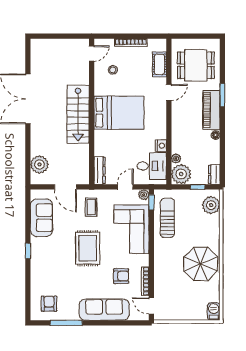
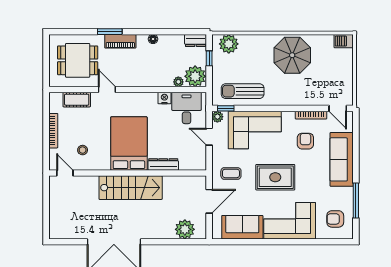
dining table: (196, 65) -> (78, 60), turned 90
piano: (211, 110) -> (120, 41), width x0.73, depth x0.75
dresser: (100, 170) -> (163, 164), moved
window: (28, 251) -> (278, 242), removed
corner sofa: (47, 261) -> (290, 221), added
door: (151, 306) -> (338, 108), hinge flipped

